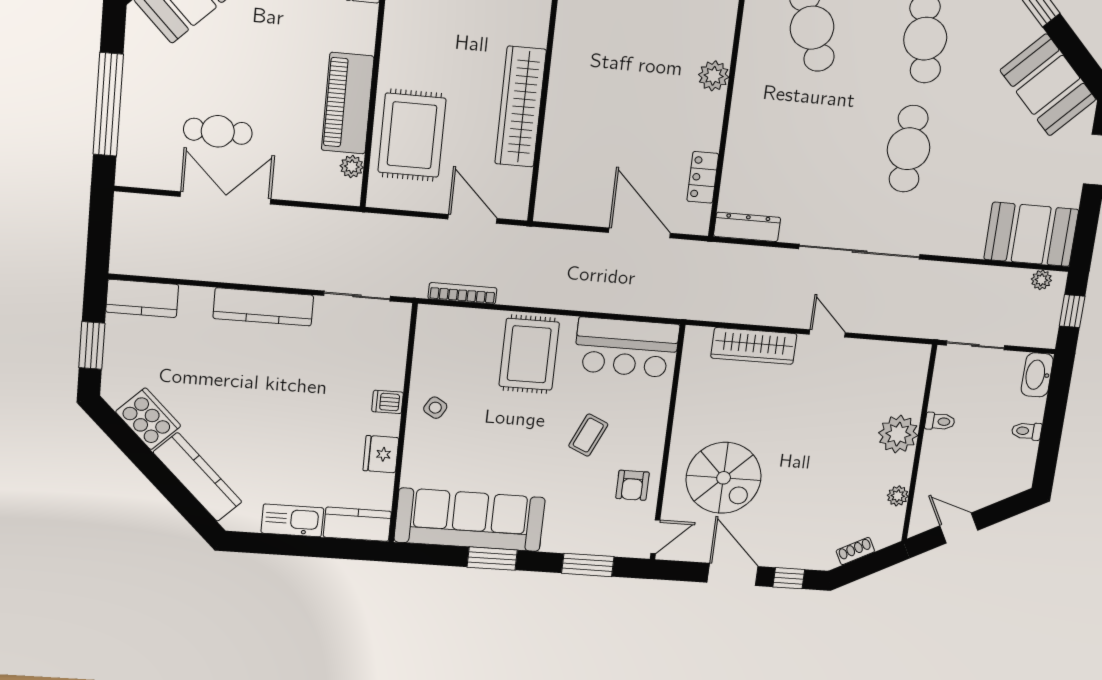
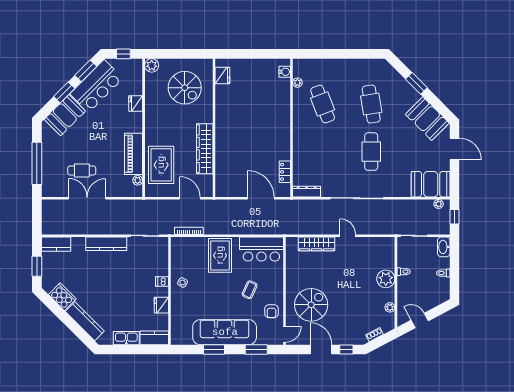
plant: (714, 76) -> (284, 128), removed
spiral stairs: (724, 478) -> (311, 305), turned -90
sofa: (470, 520) -> (225, 332), moved

